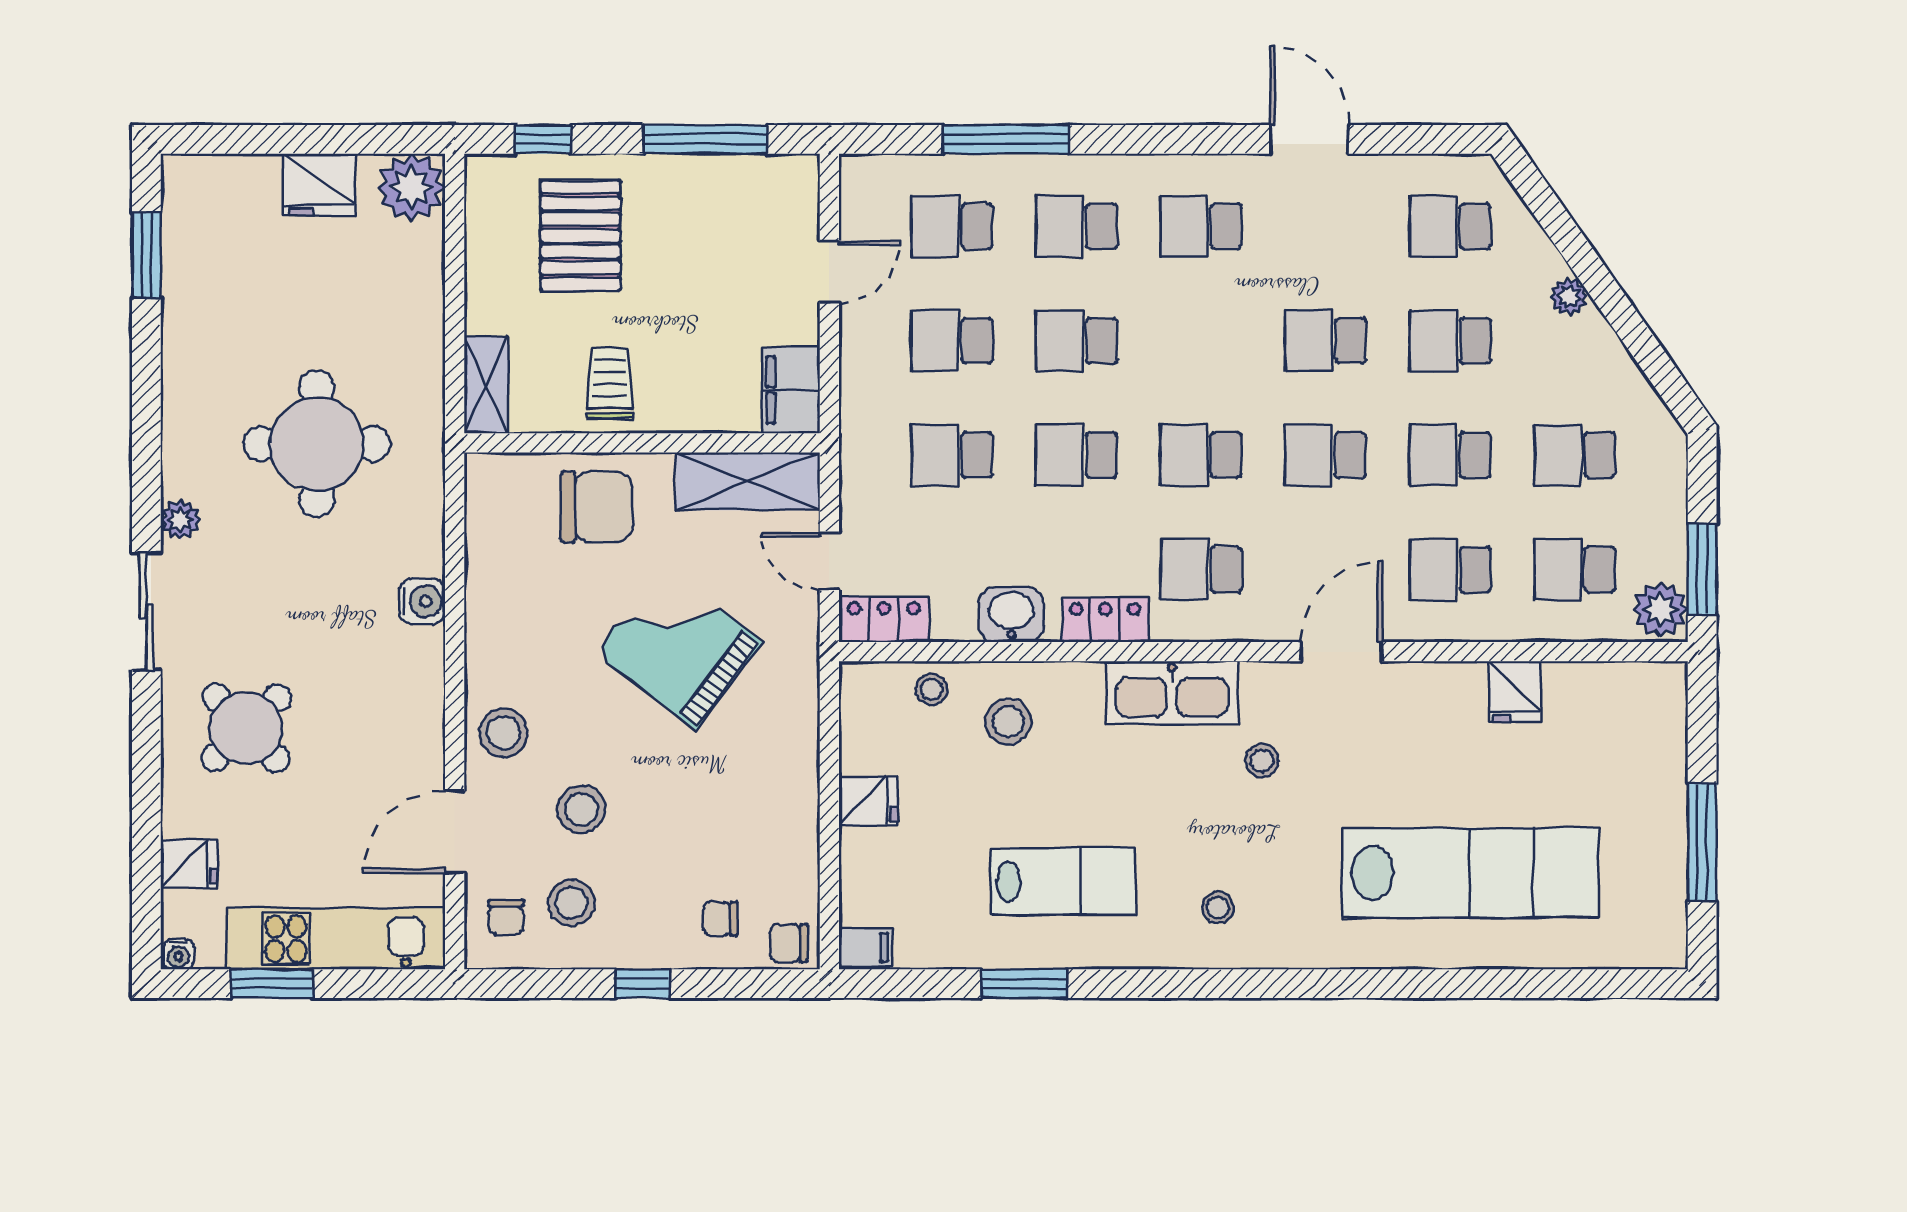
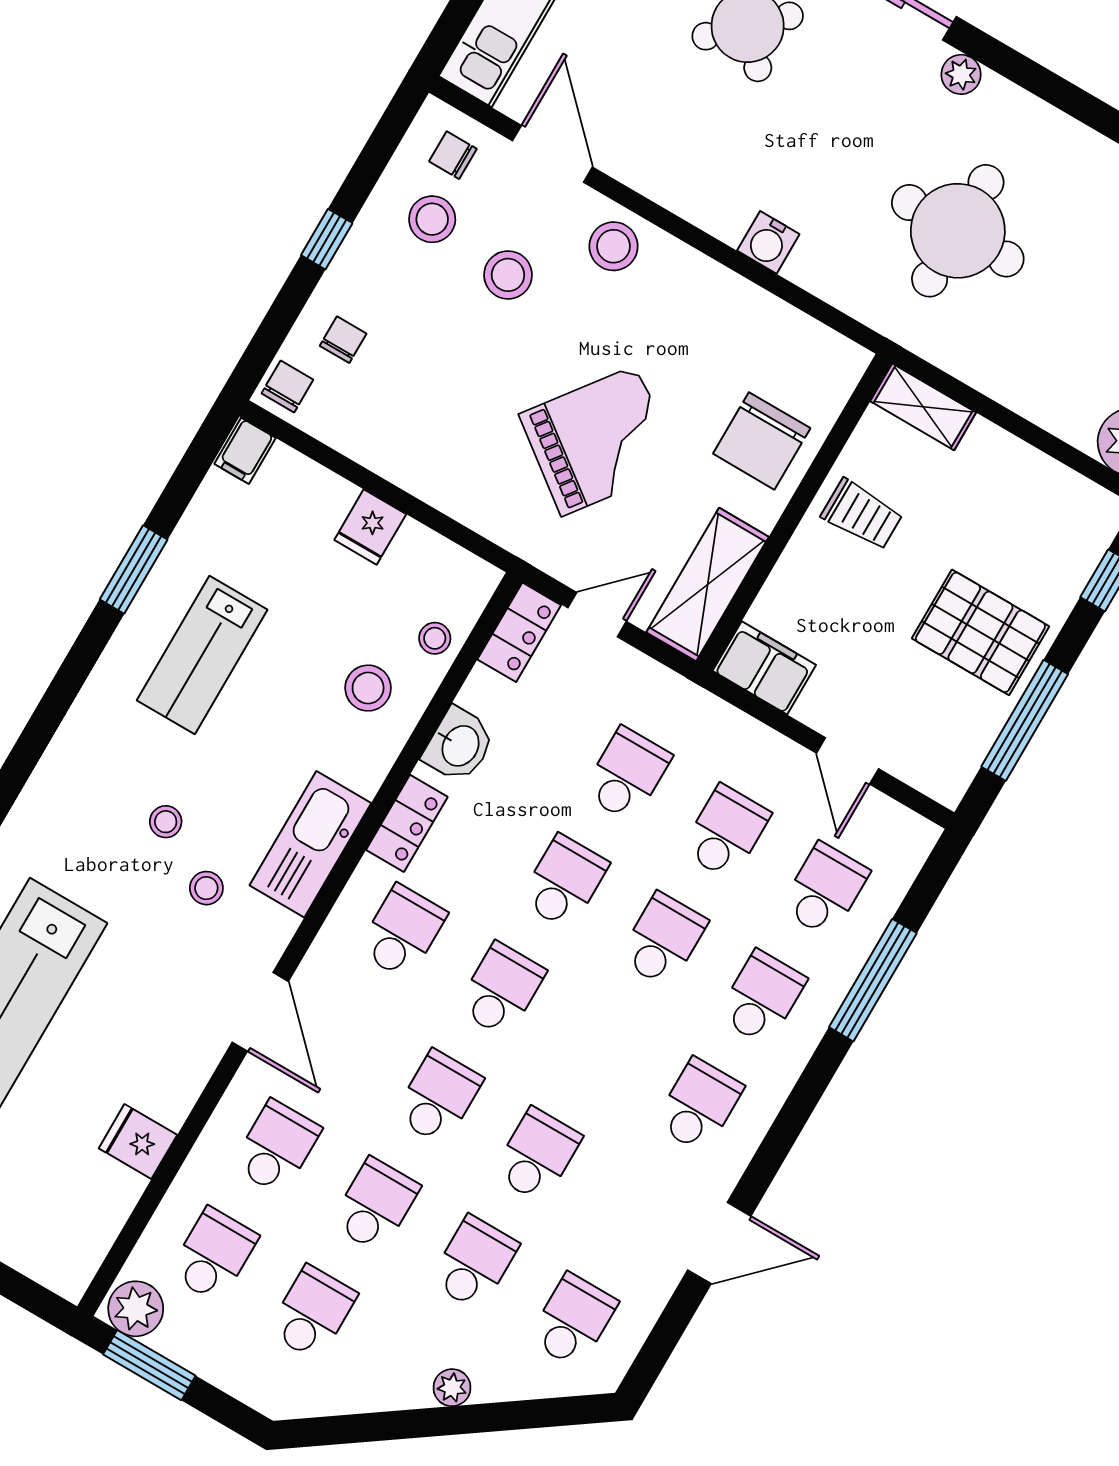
pallet: (580, 236) -> (980, 632), moved
stool: (1218, 908) -> (166, 822), moved

